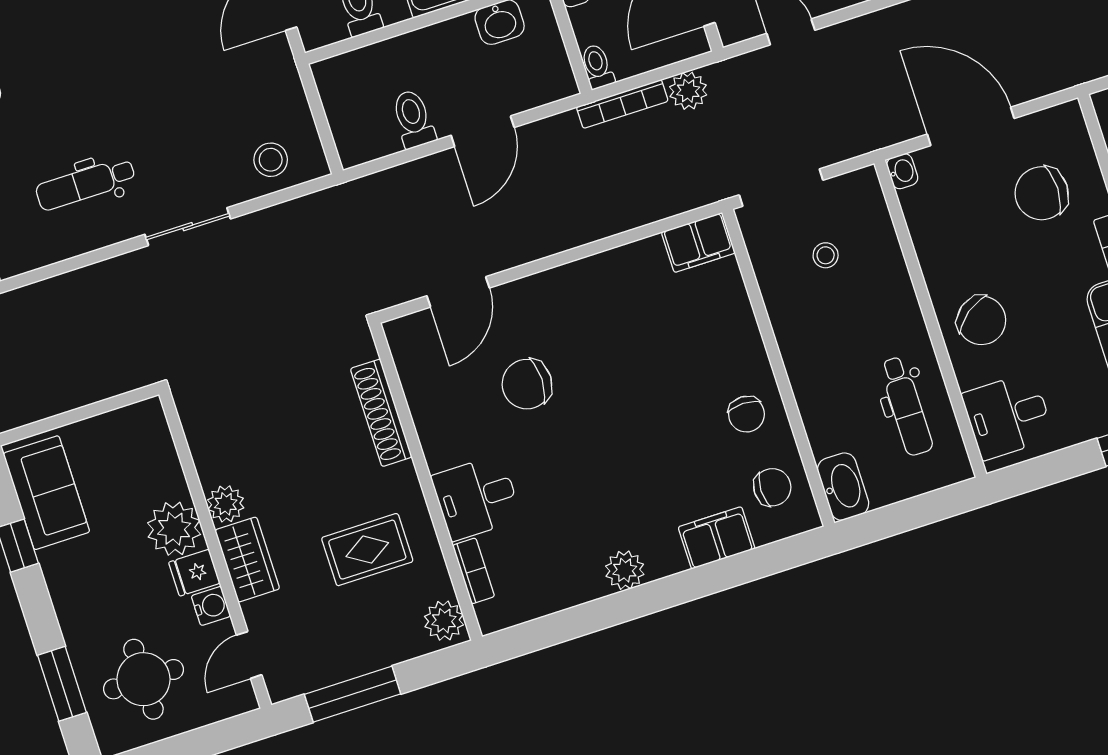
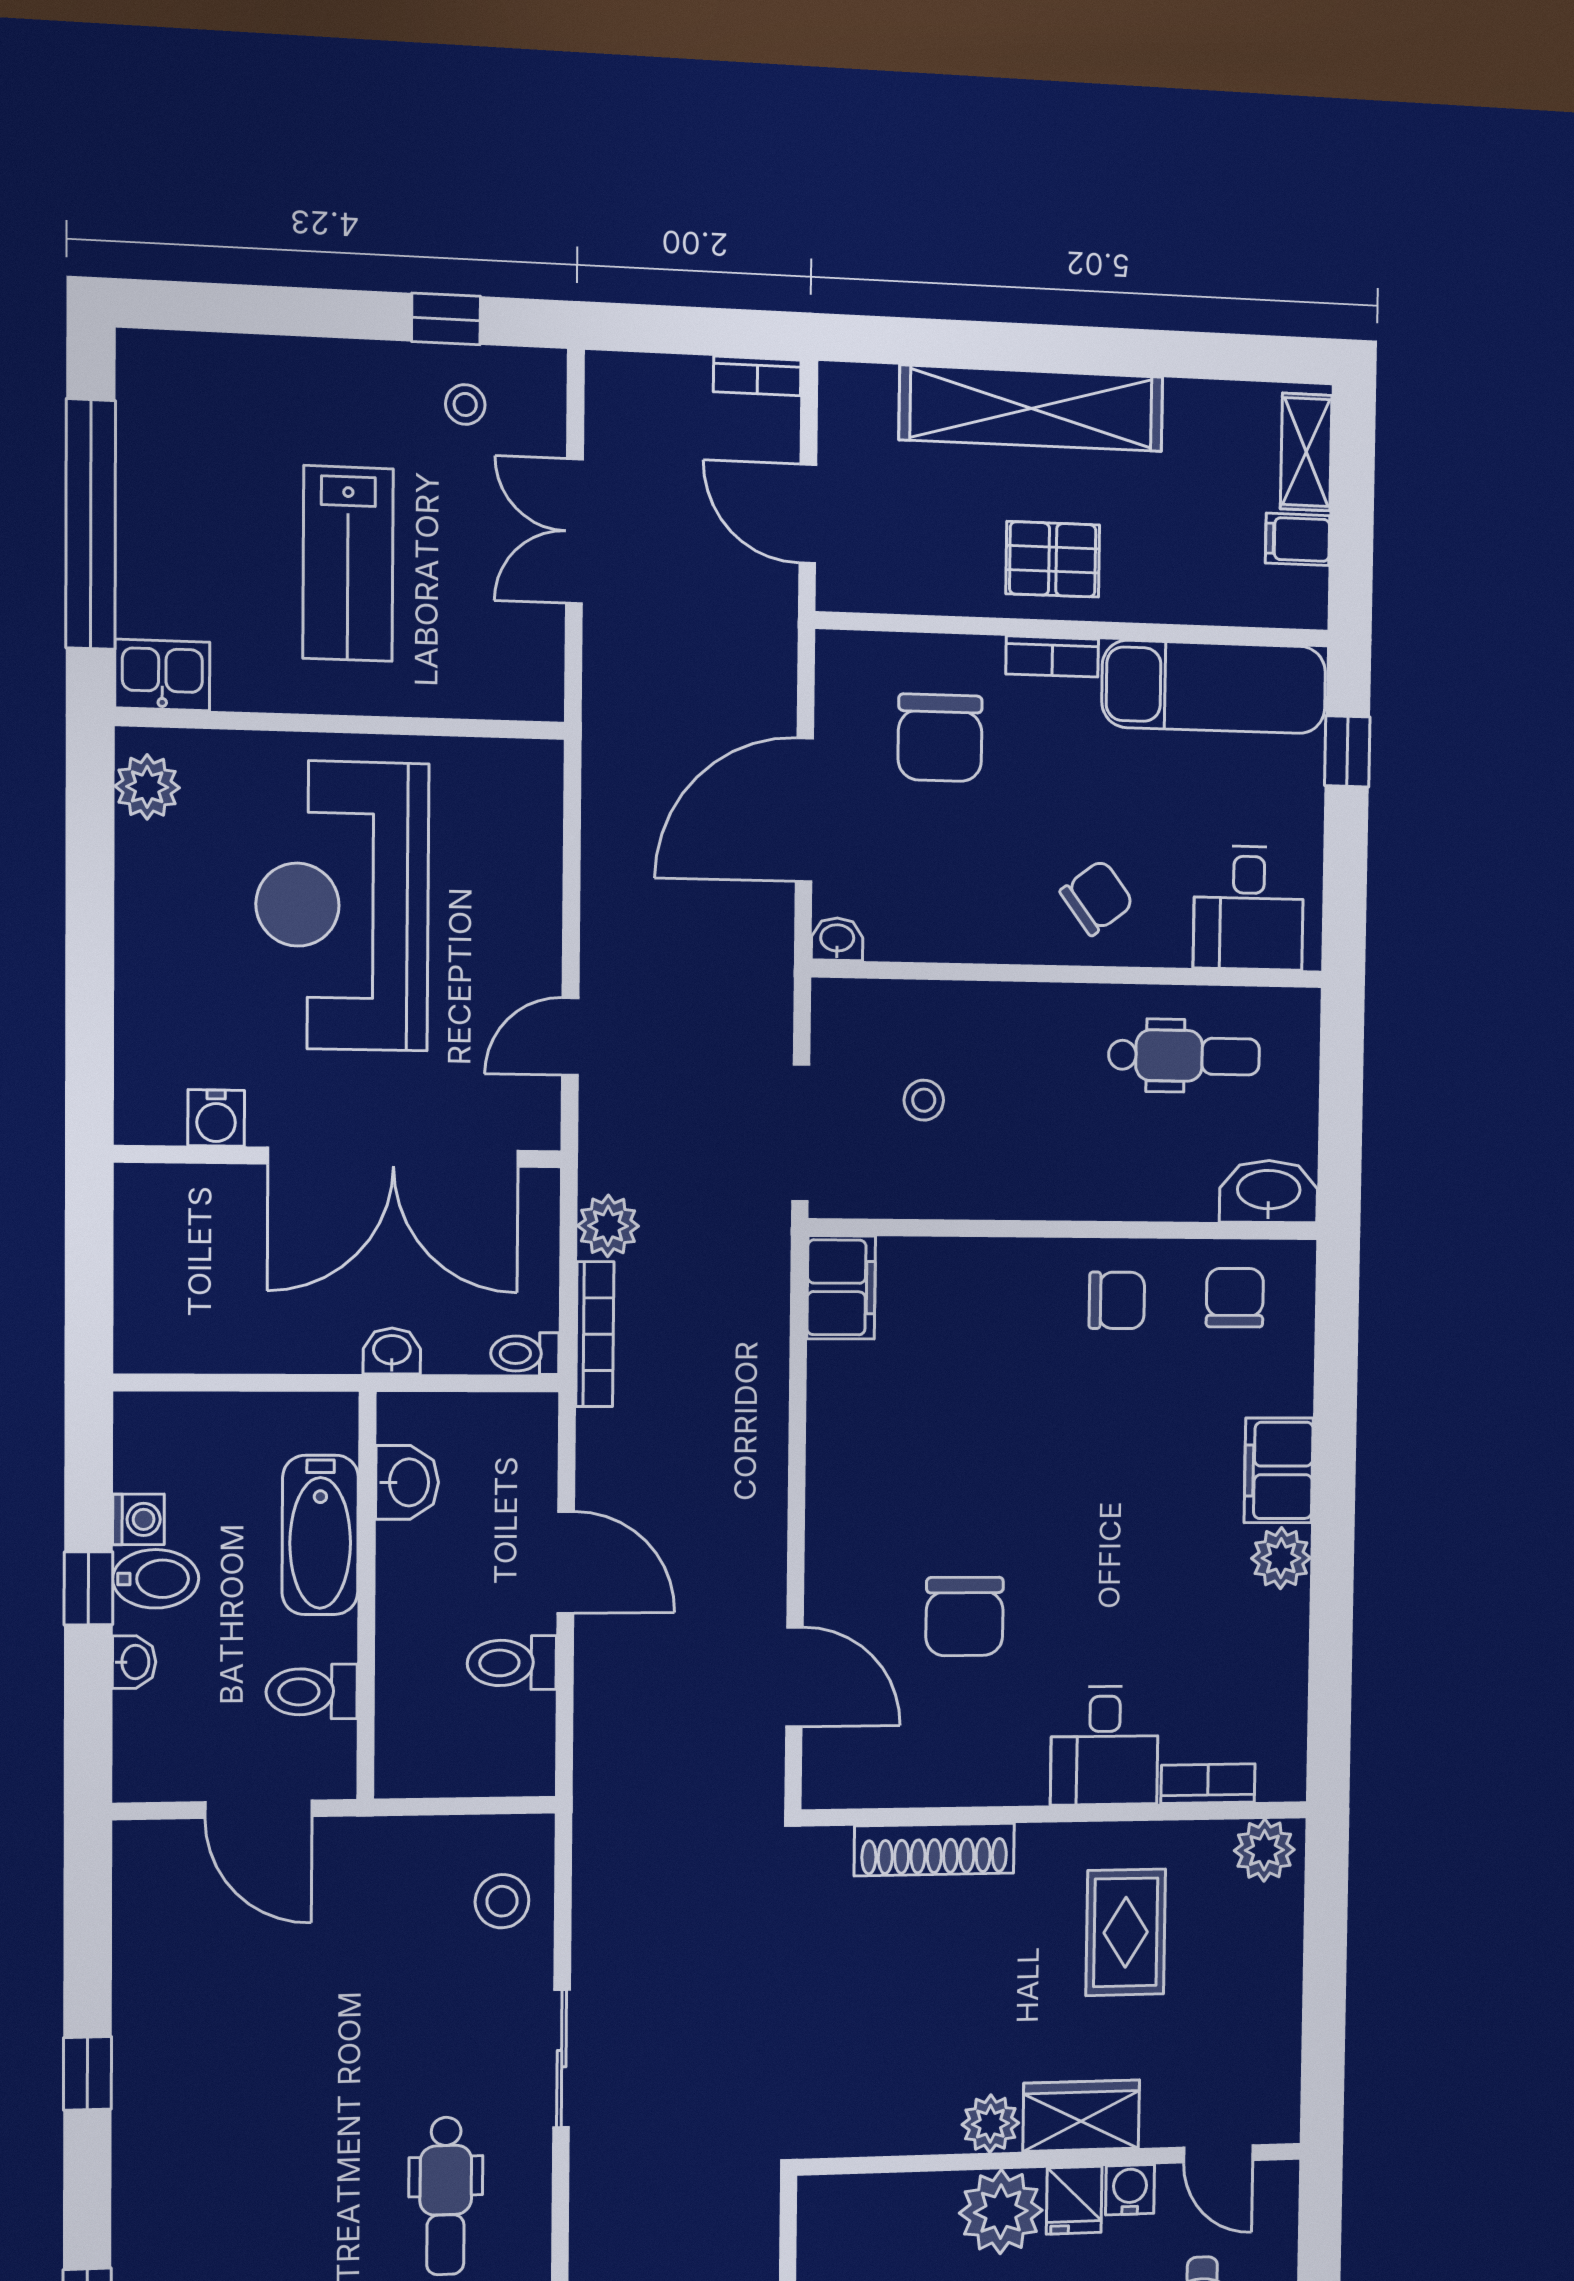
chair: (981, 320) -> (1097, 898), width x0.73, depth x0.73
filing cabinet: (717, 538) -> (1279, 1470), moved
window: (353, 694) -> (1324, 2018), removed

